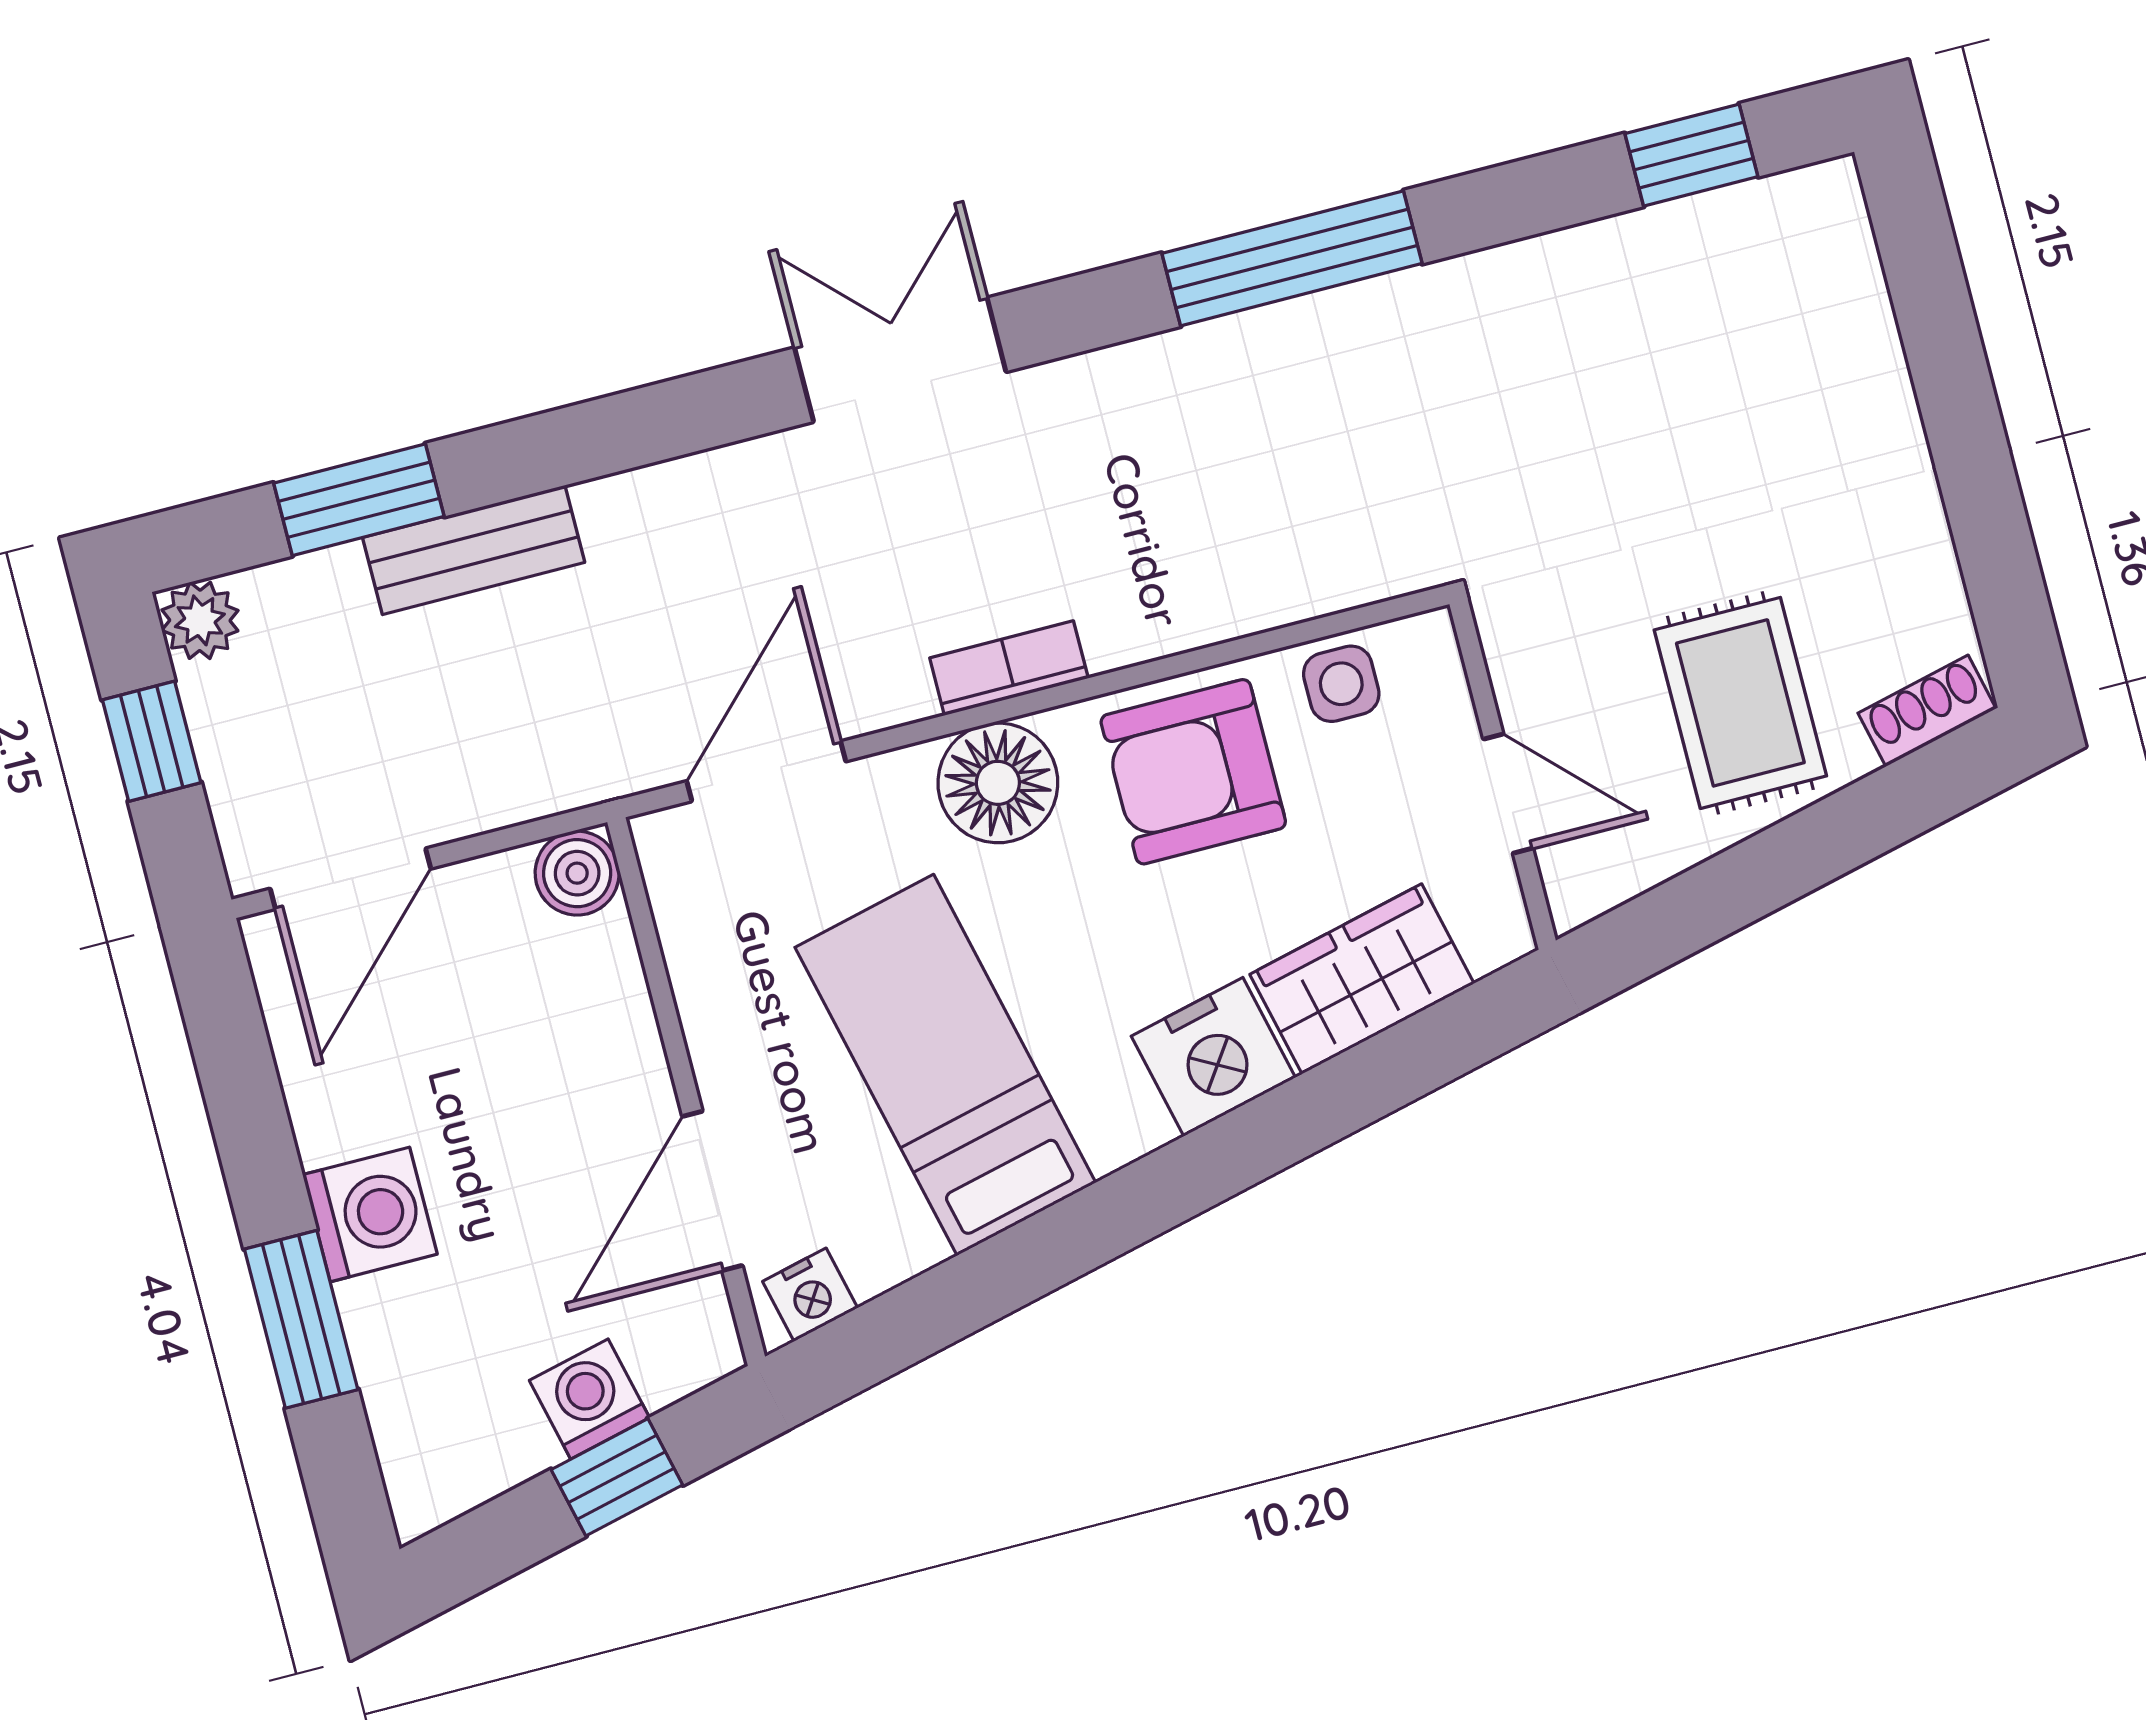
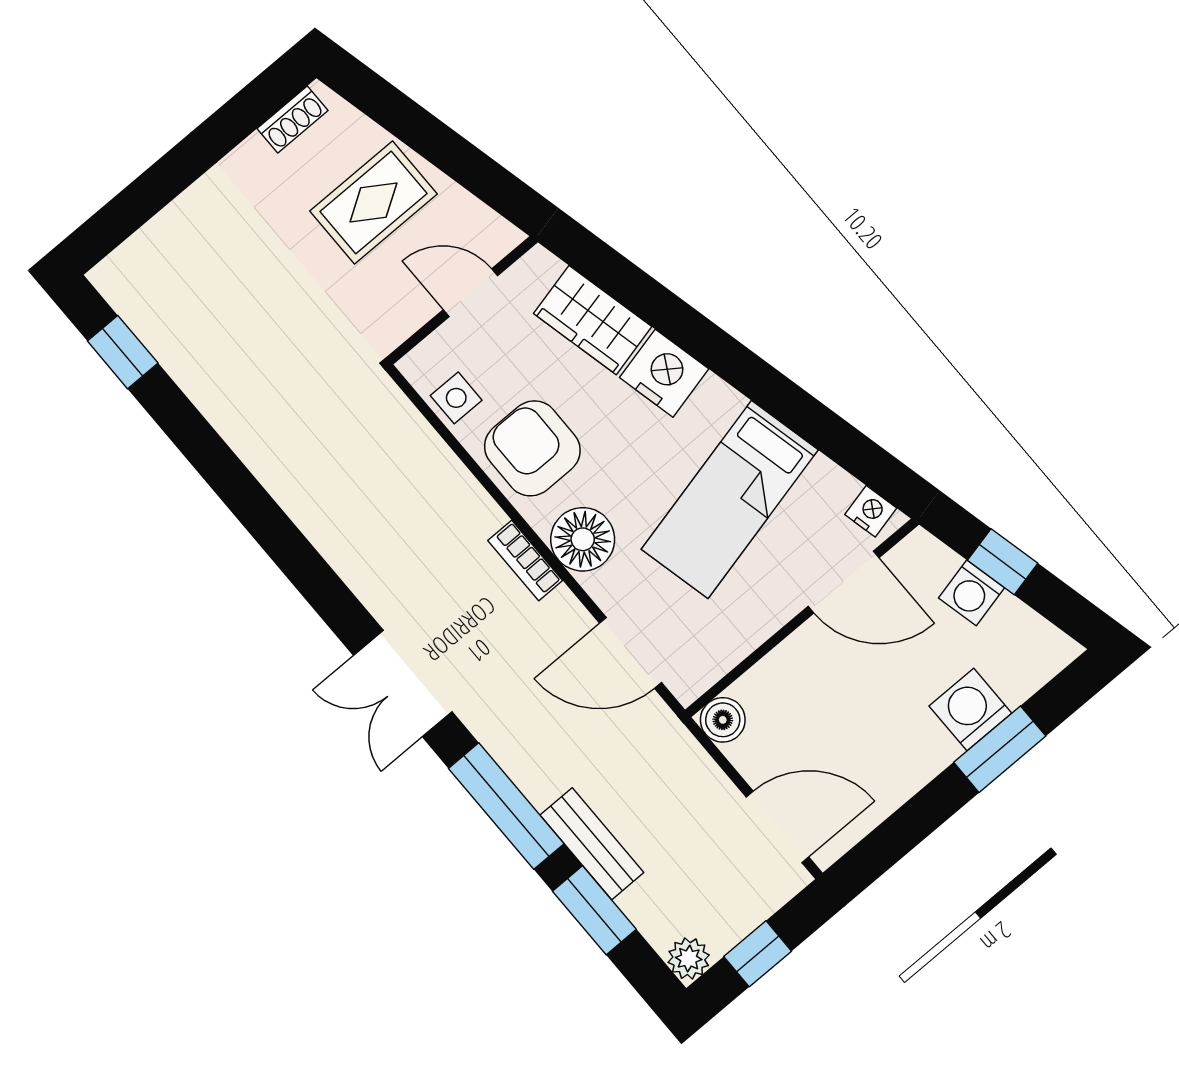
window: (1292, 258) -> (506, 806), moved
shoe rack: (1927, 711) -> (292, 119), moved, turned -77
armchair: (1193, 772) -> (532, 448), turned 180
door: (1508, 794) -> (470, 293), hinge flipped
washing machine: (370, 1214) -> (970, 710), moved

